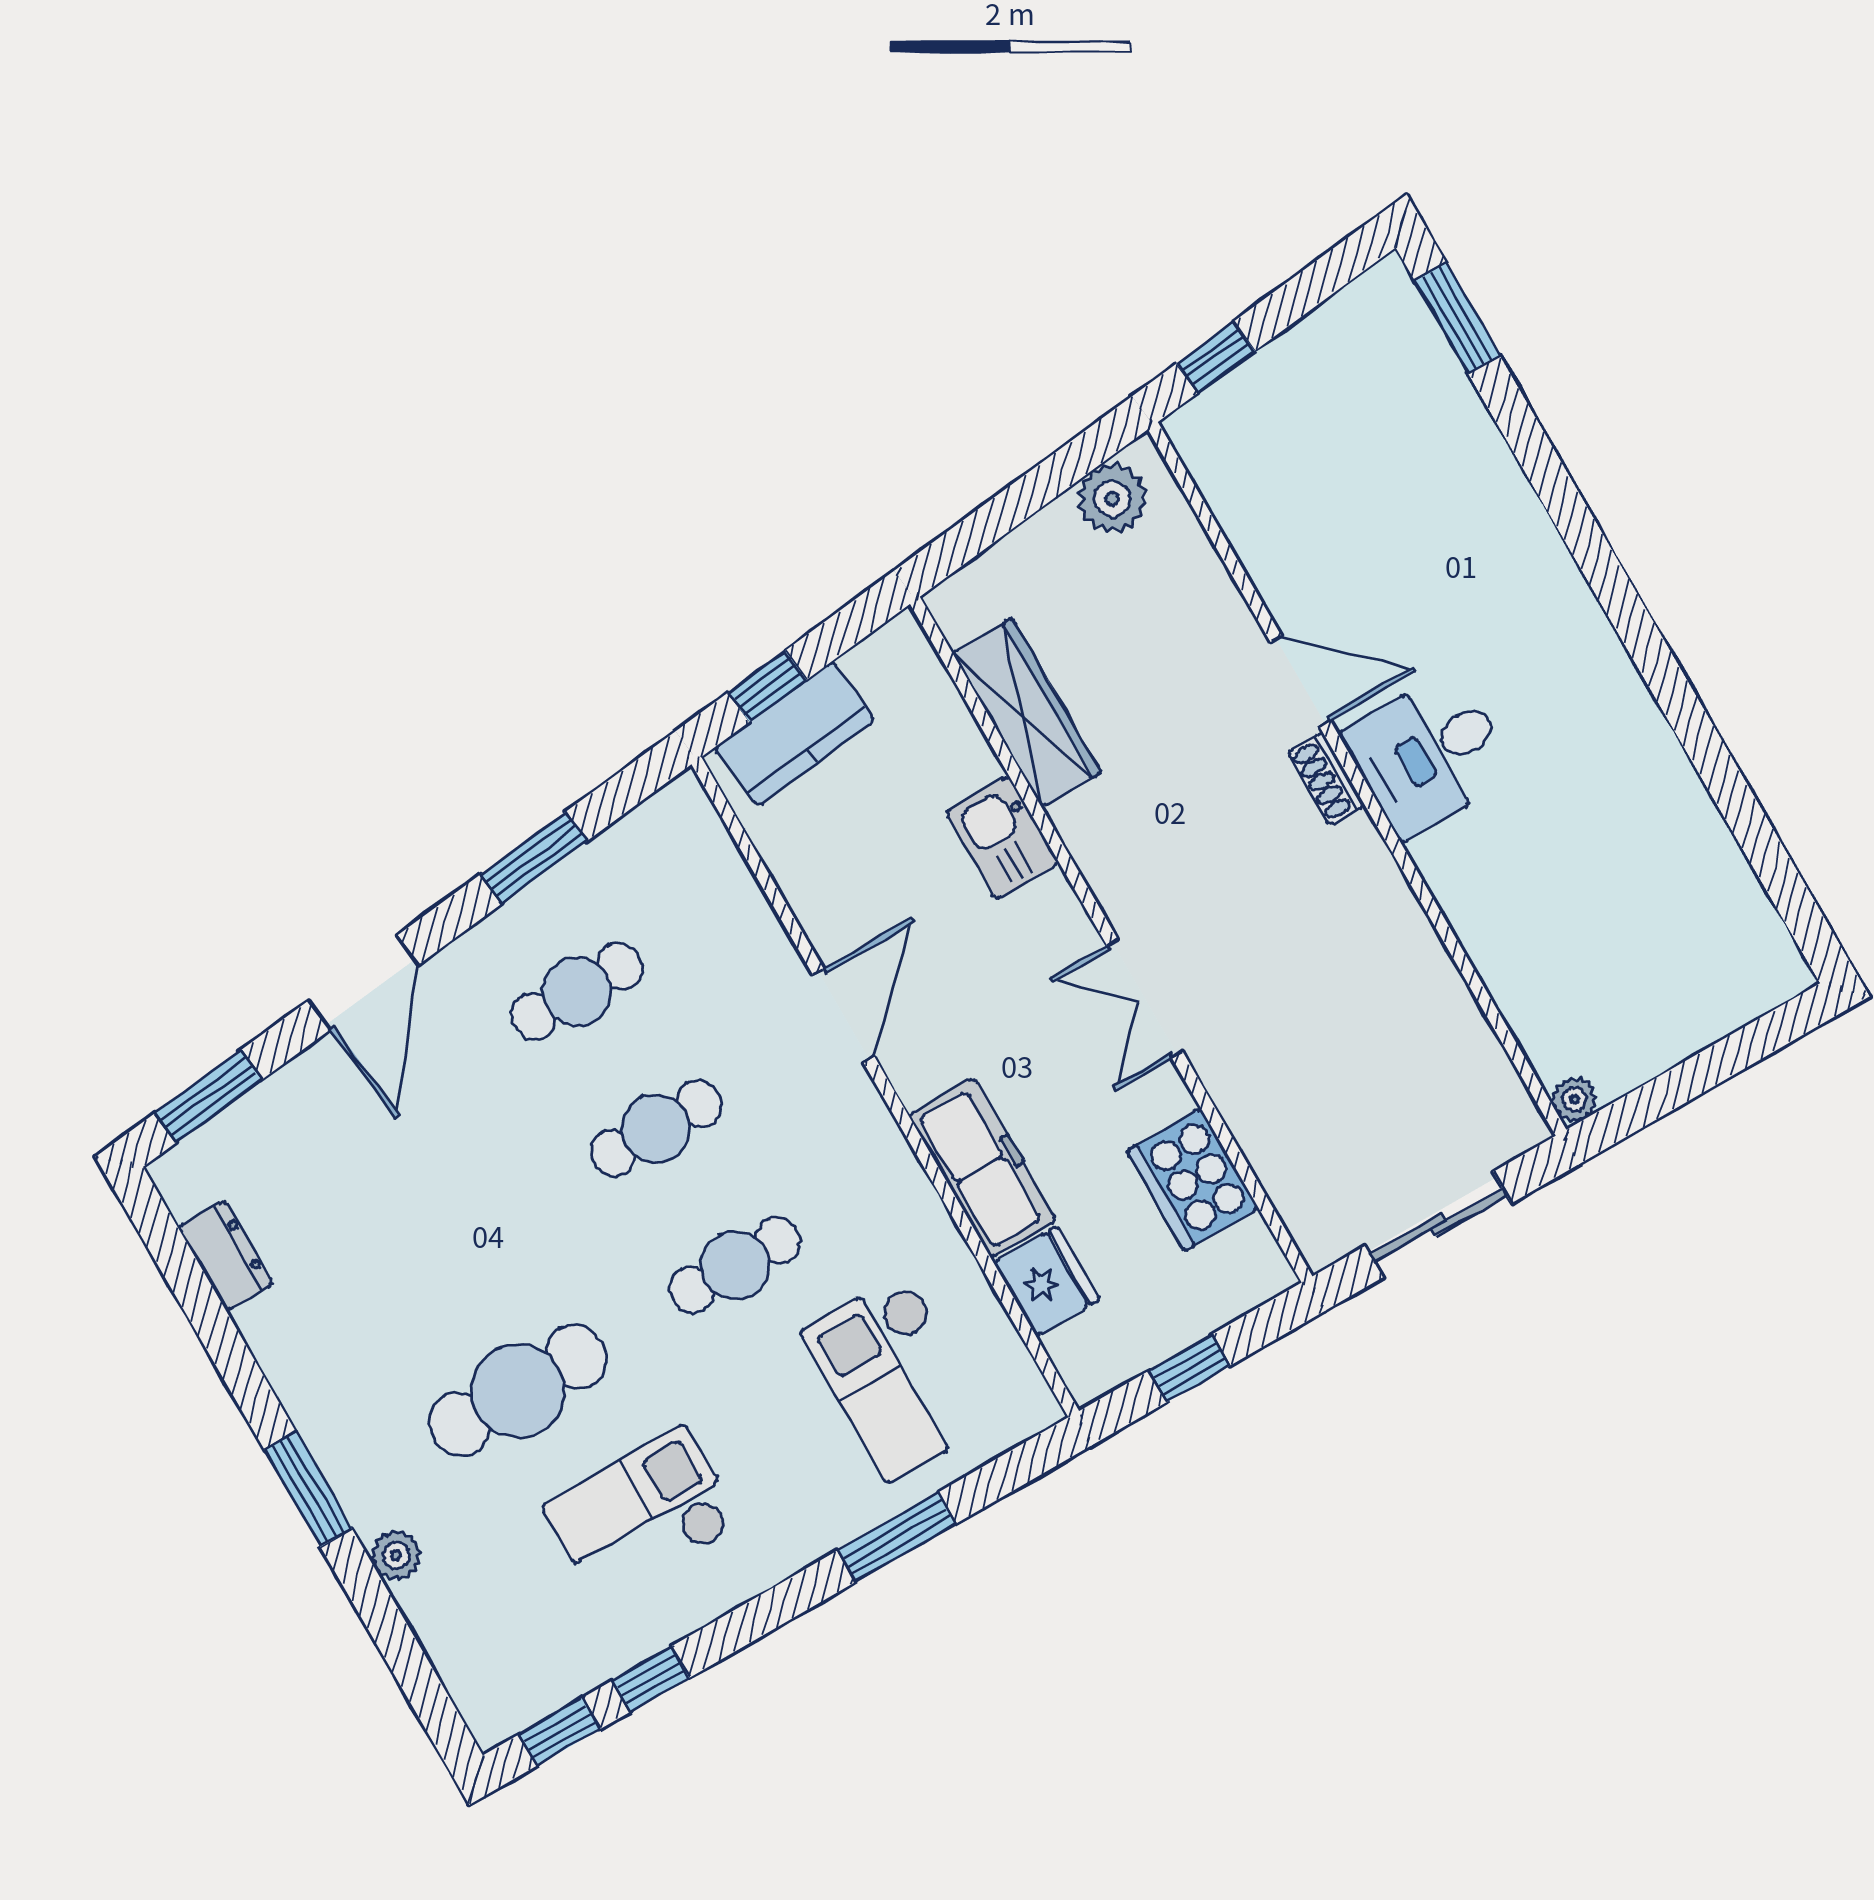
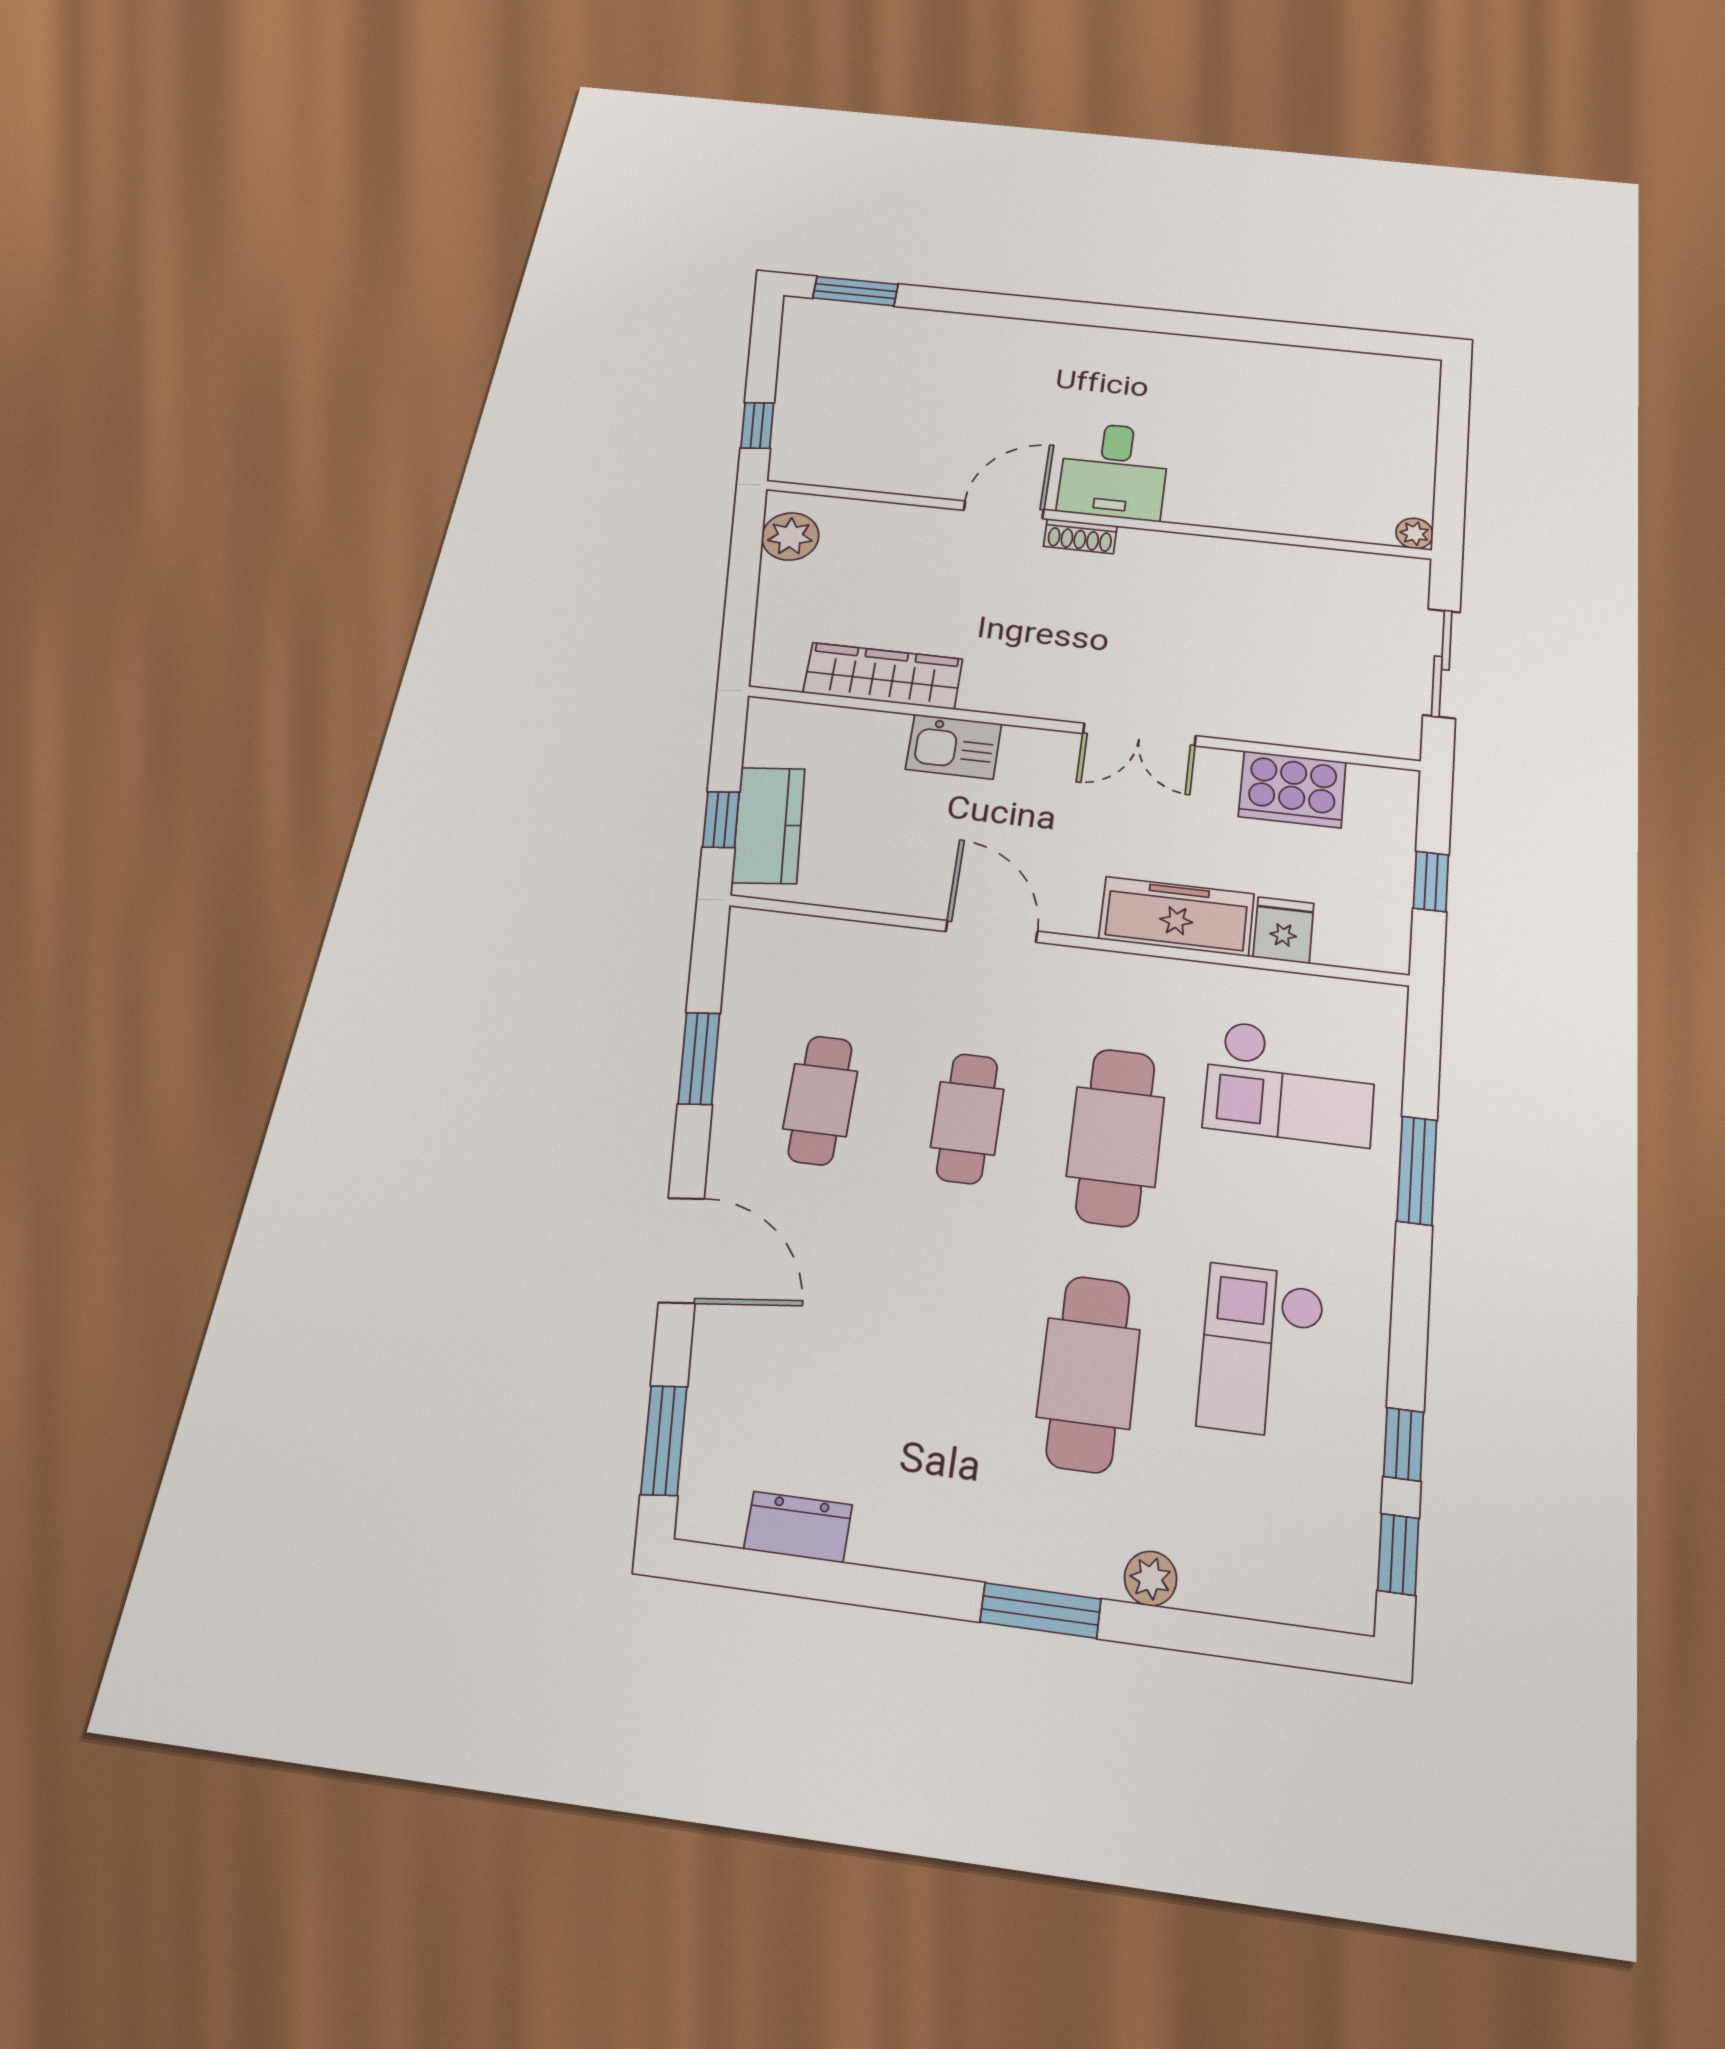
cafe table: (735, 1265) -> (1116, 1137), width x1.37, depth x1.35
fridge: (1046, 1281) -> (1283, 930), width x0.72

